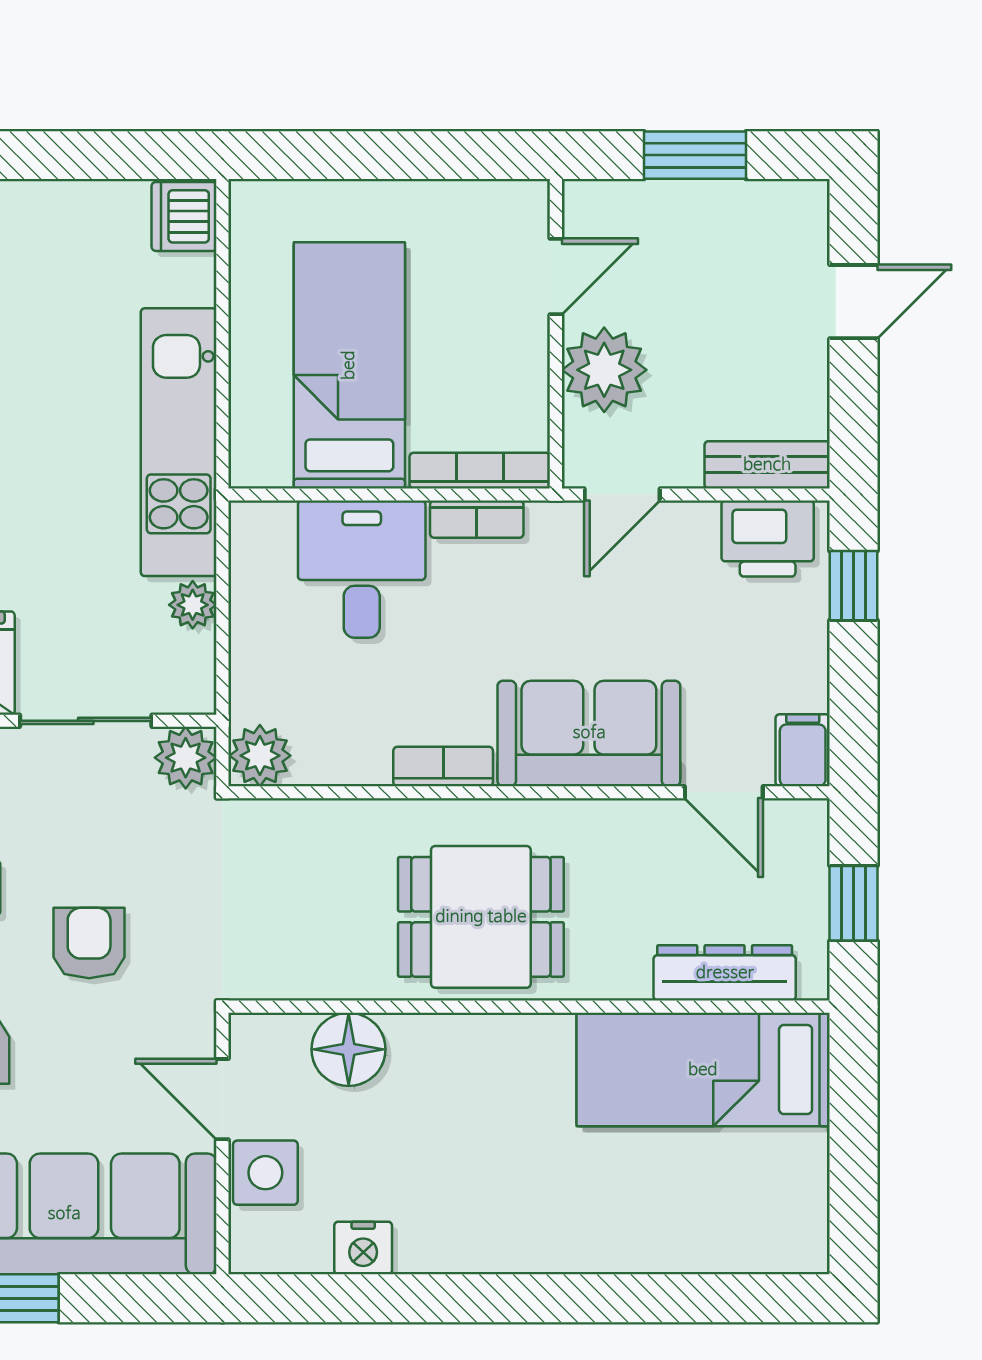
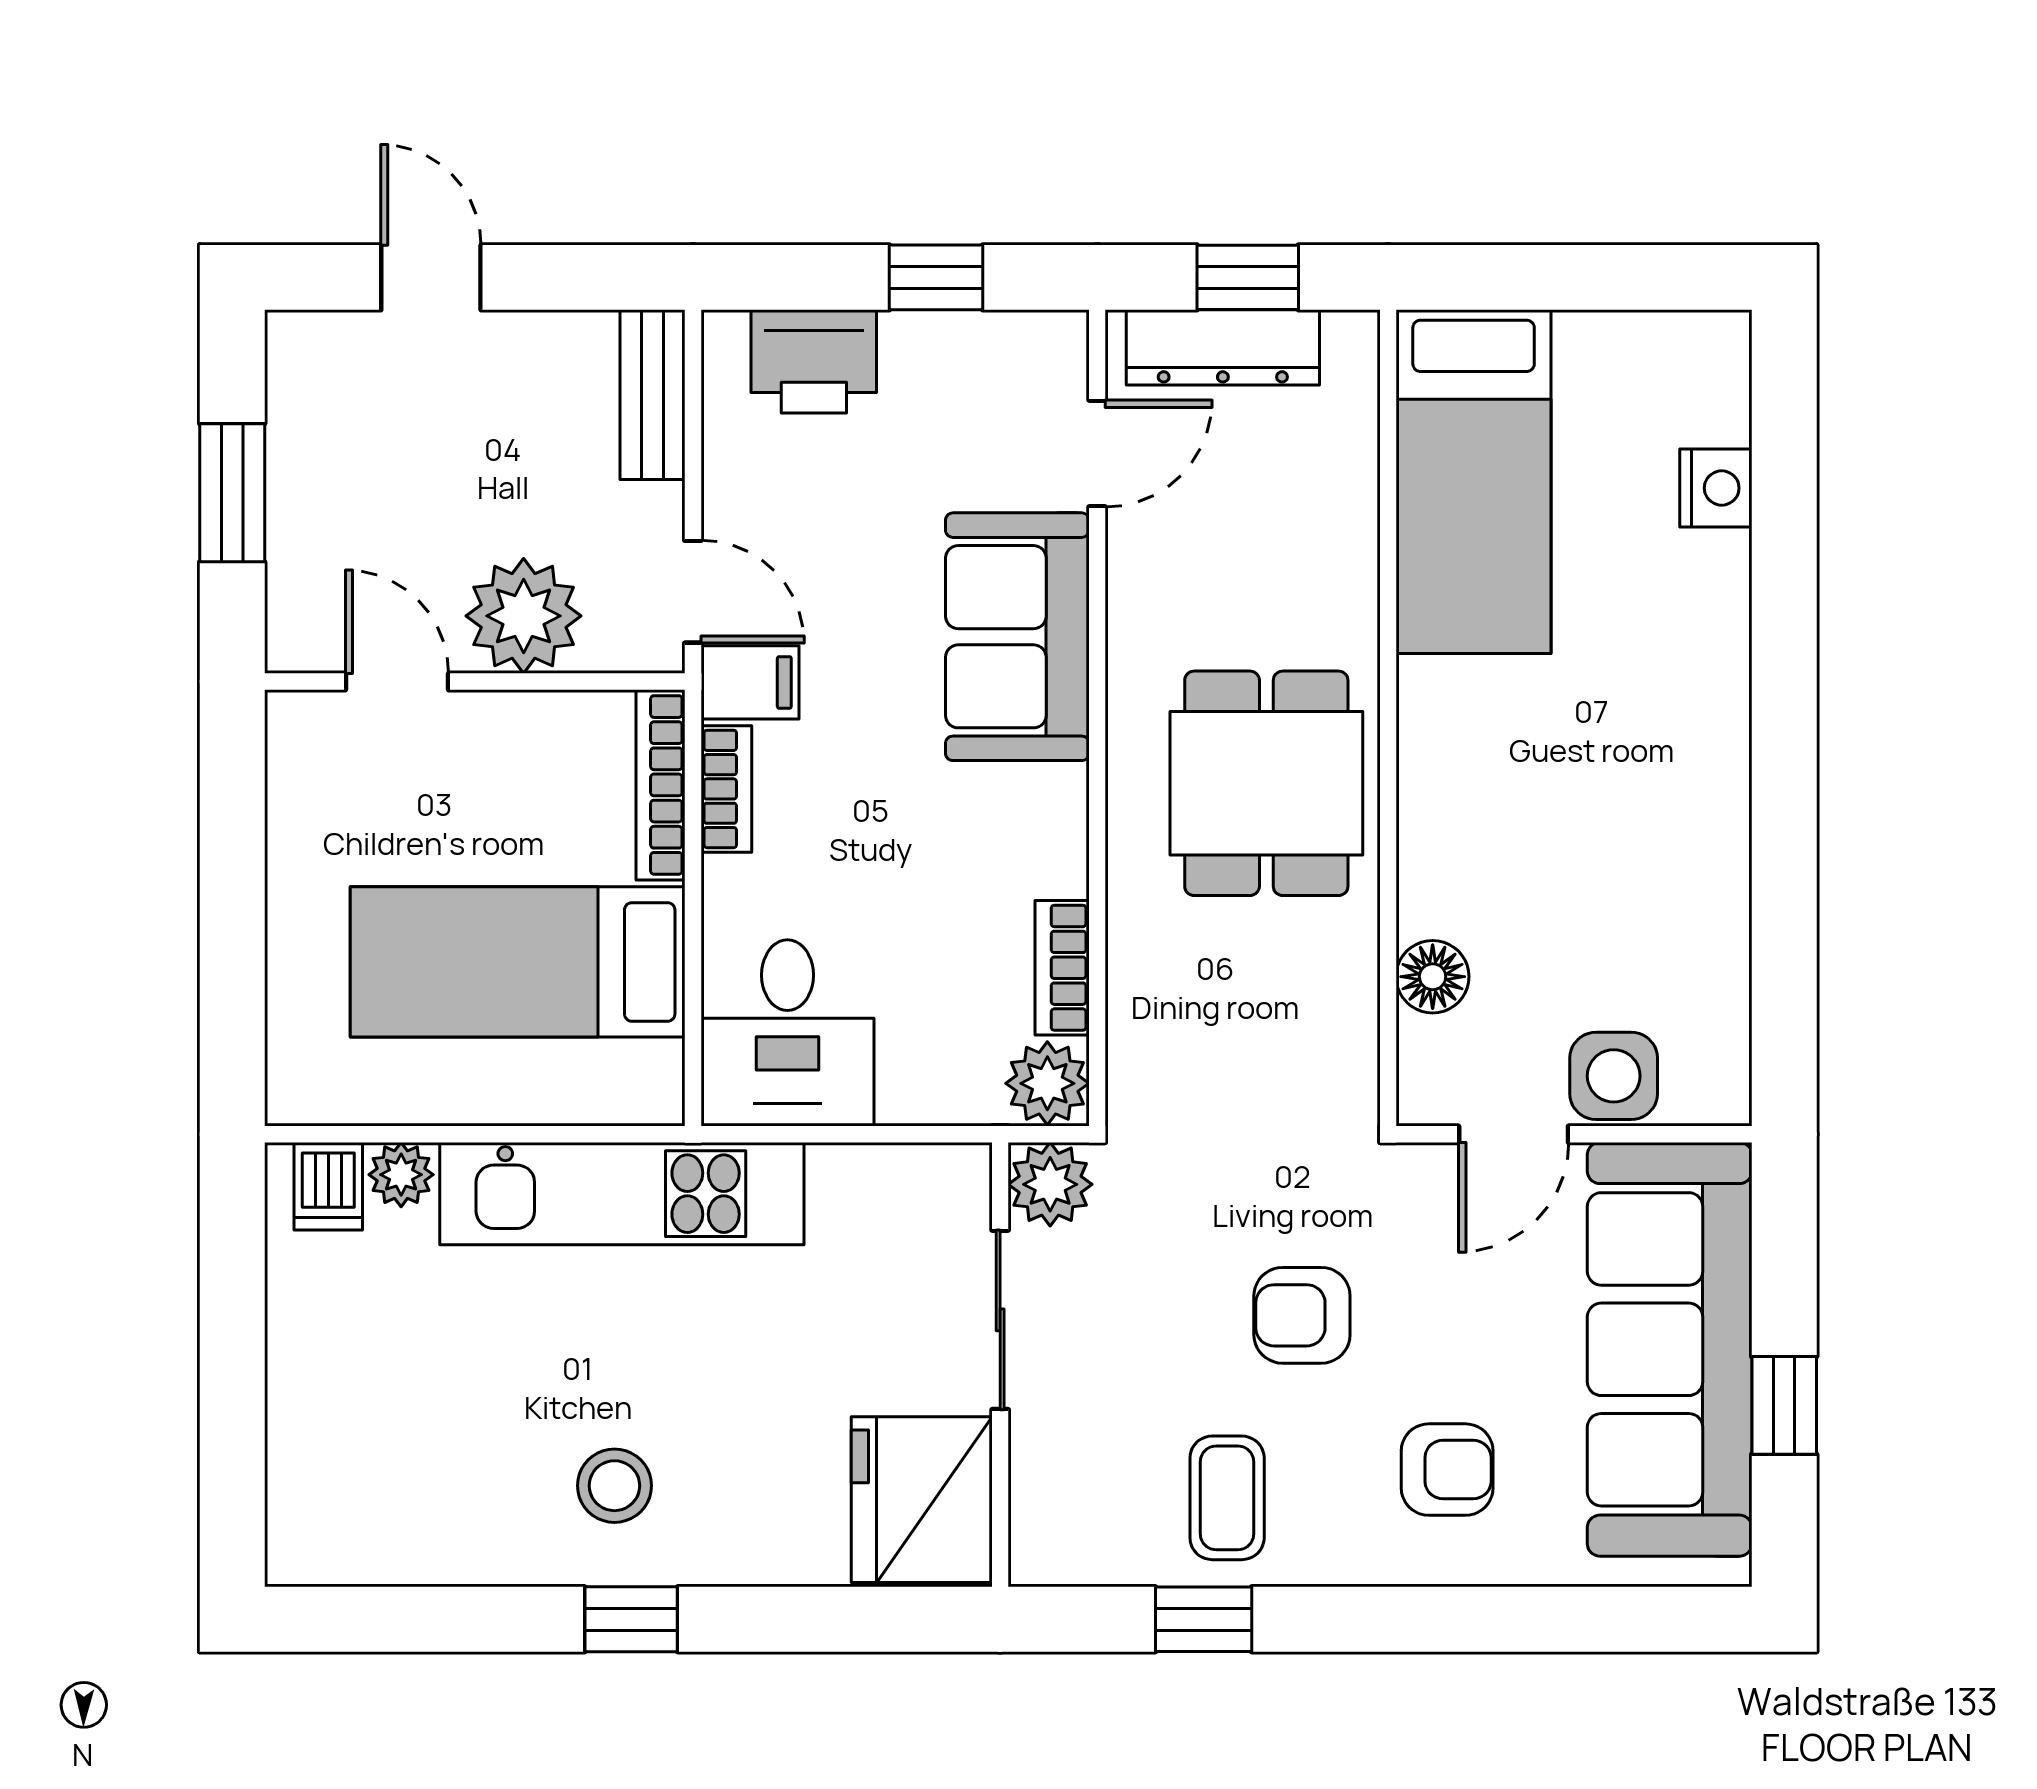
dishwasher: (184, 216) -> (328, 1186), width x0.73
printer: (768, 539) -> (814, 361), moved, turned 90
desk: (362, 569) -> (787, 1033), moved, turned -90
window: (854, 586) -> (936, 277), moved
plant: (193, 605) -> (401, 1175), moved
filing cabinet: (803, 750) -> (750, 682), moved, turned 180
bookcase: (443, 766) -> (1062, 968), moved
dresser: (725, 973) -> (1223, 347), moved, turned -90
floor lamp: (349, 1049) -> (1433, 977), width x0.73, depth x0.73
nightstand: (363, 1248) -> (1716, 488), moved

